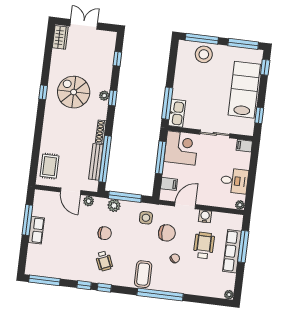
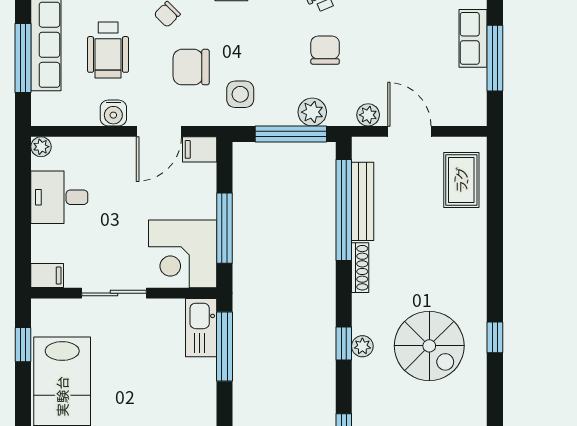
filing cabinet: (169, 184) -> (200, 149), moved
chair: (105, 233) -> (325, 50), turned 90

